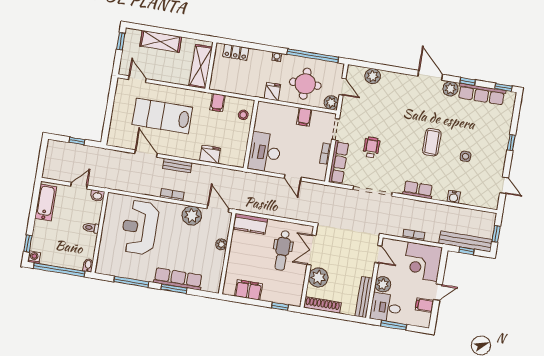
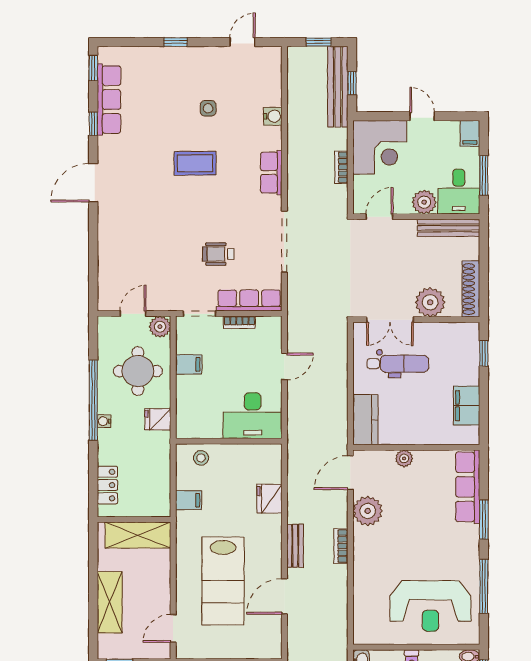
window: (313, 56) -> (93, 400), moved
plant: (373, 76) -> (109, 270), removed
plant: (450, 89) -> (109, 148), removed
reception desk: (140, 227) -> (430, 606), moved
row of seats: (178, 279) -> (468, 487), moved
filing cabinet: (424, 305) -> (470, 133), moved

